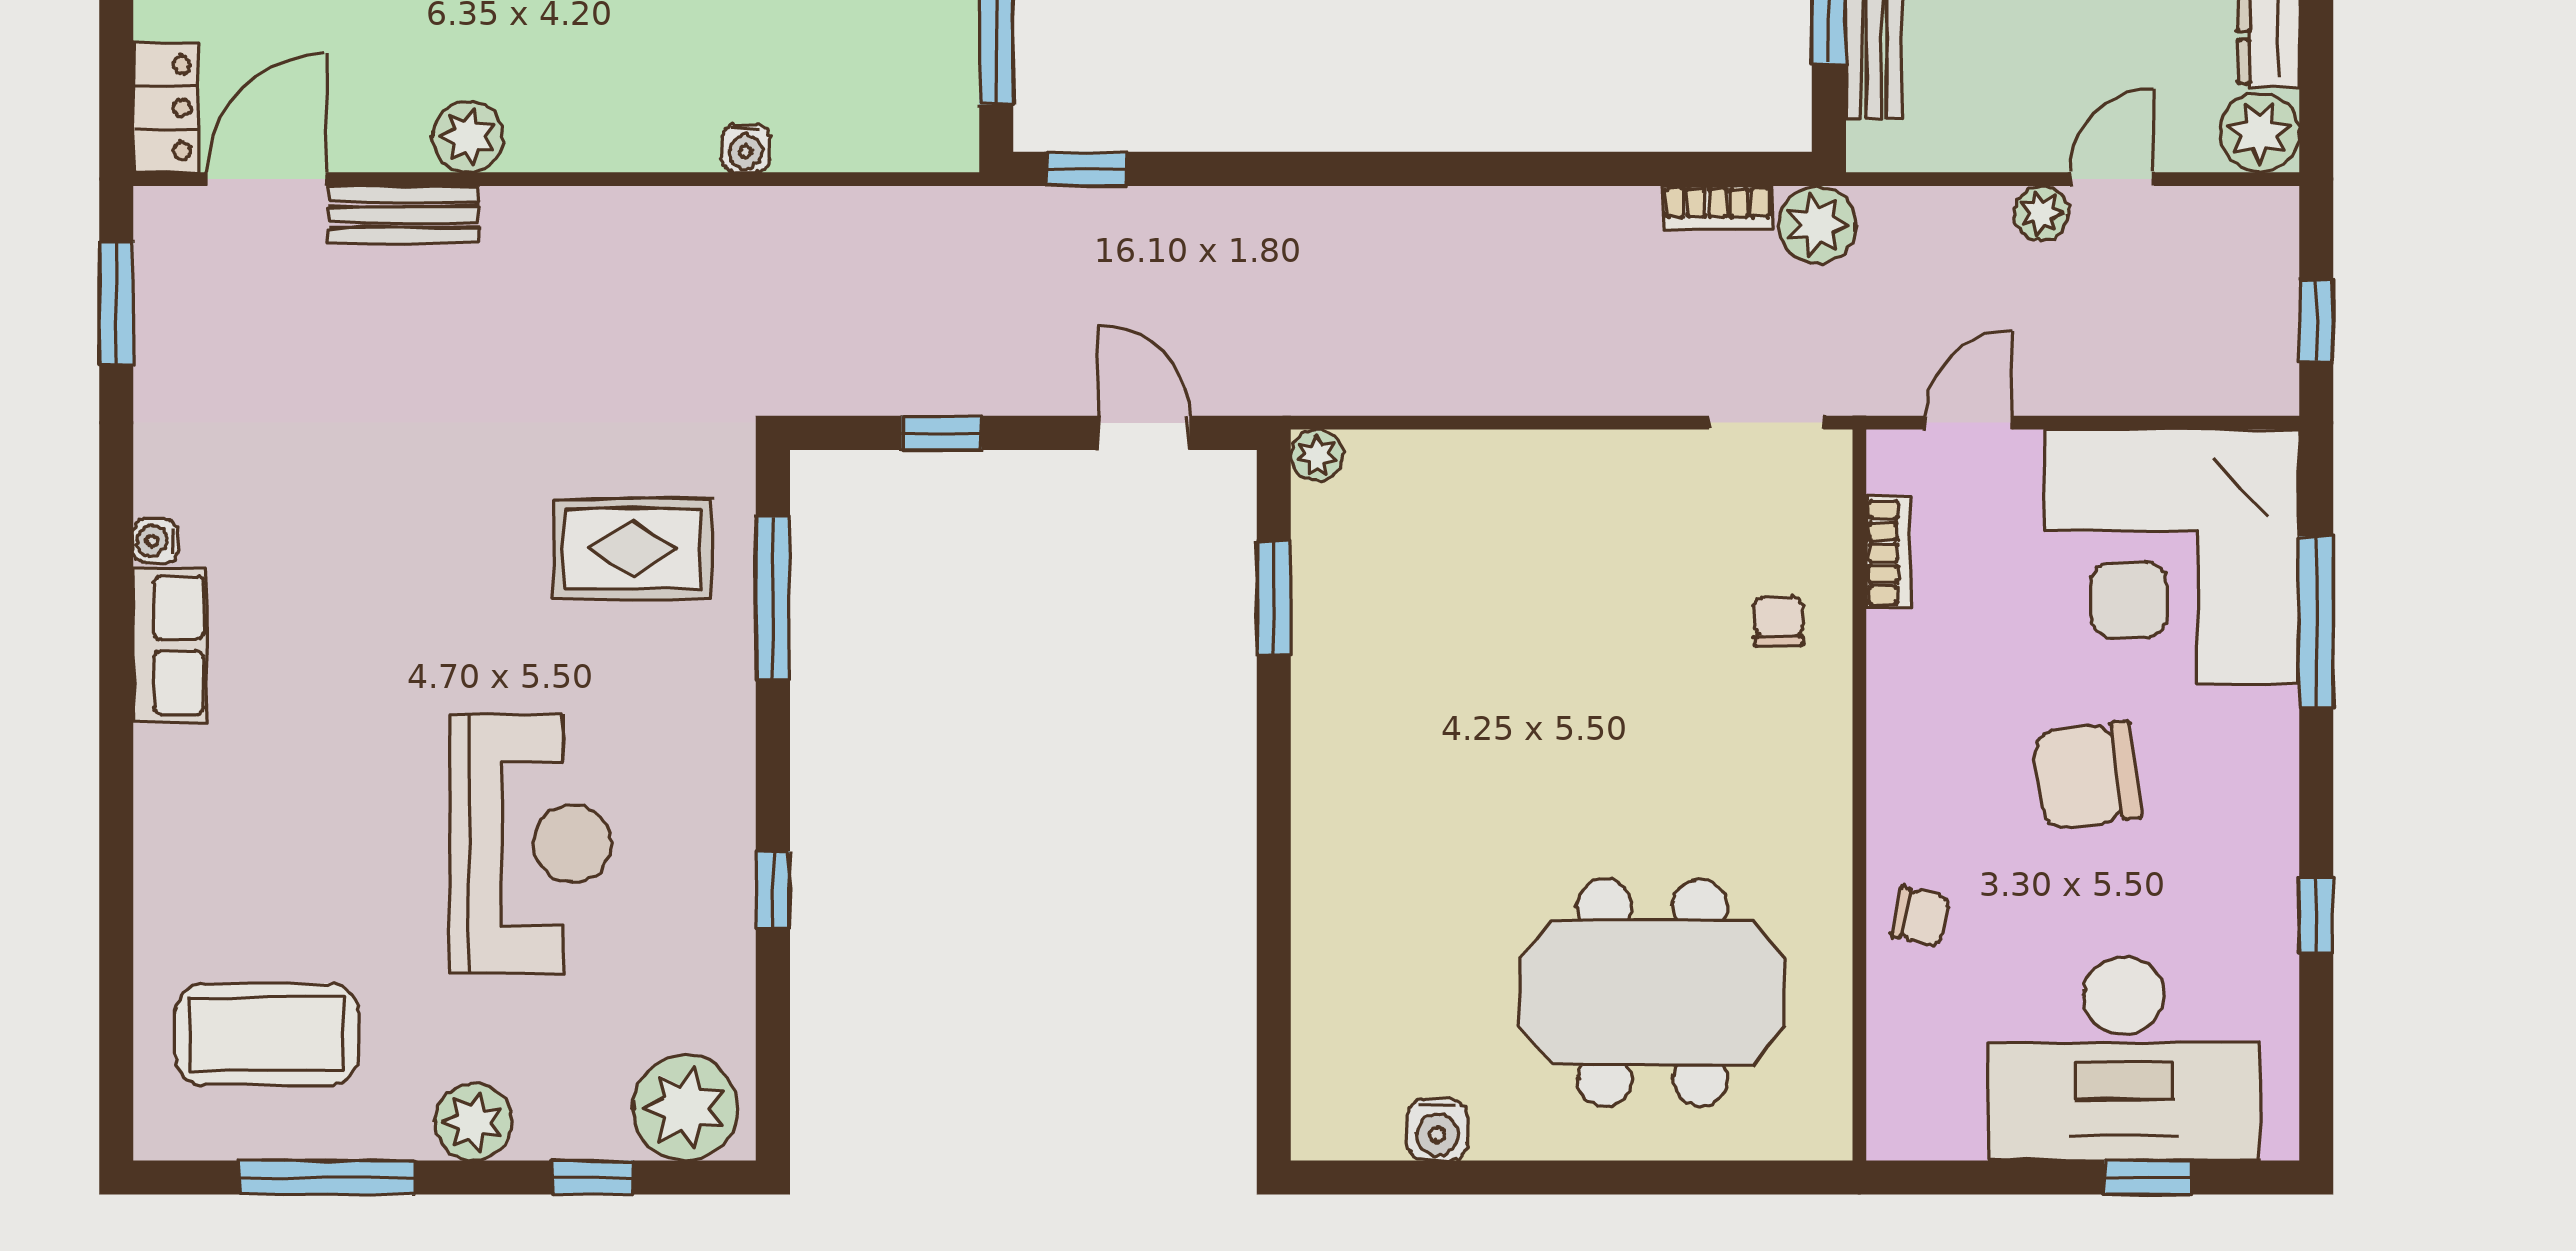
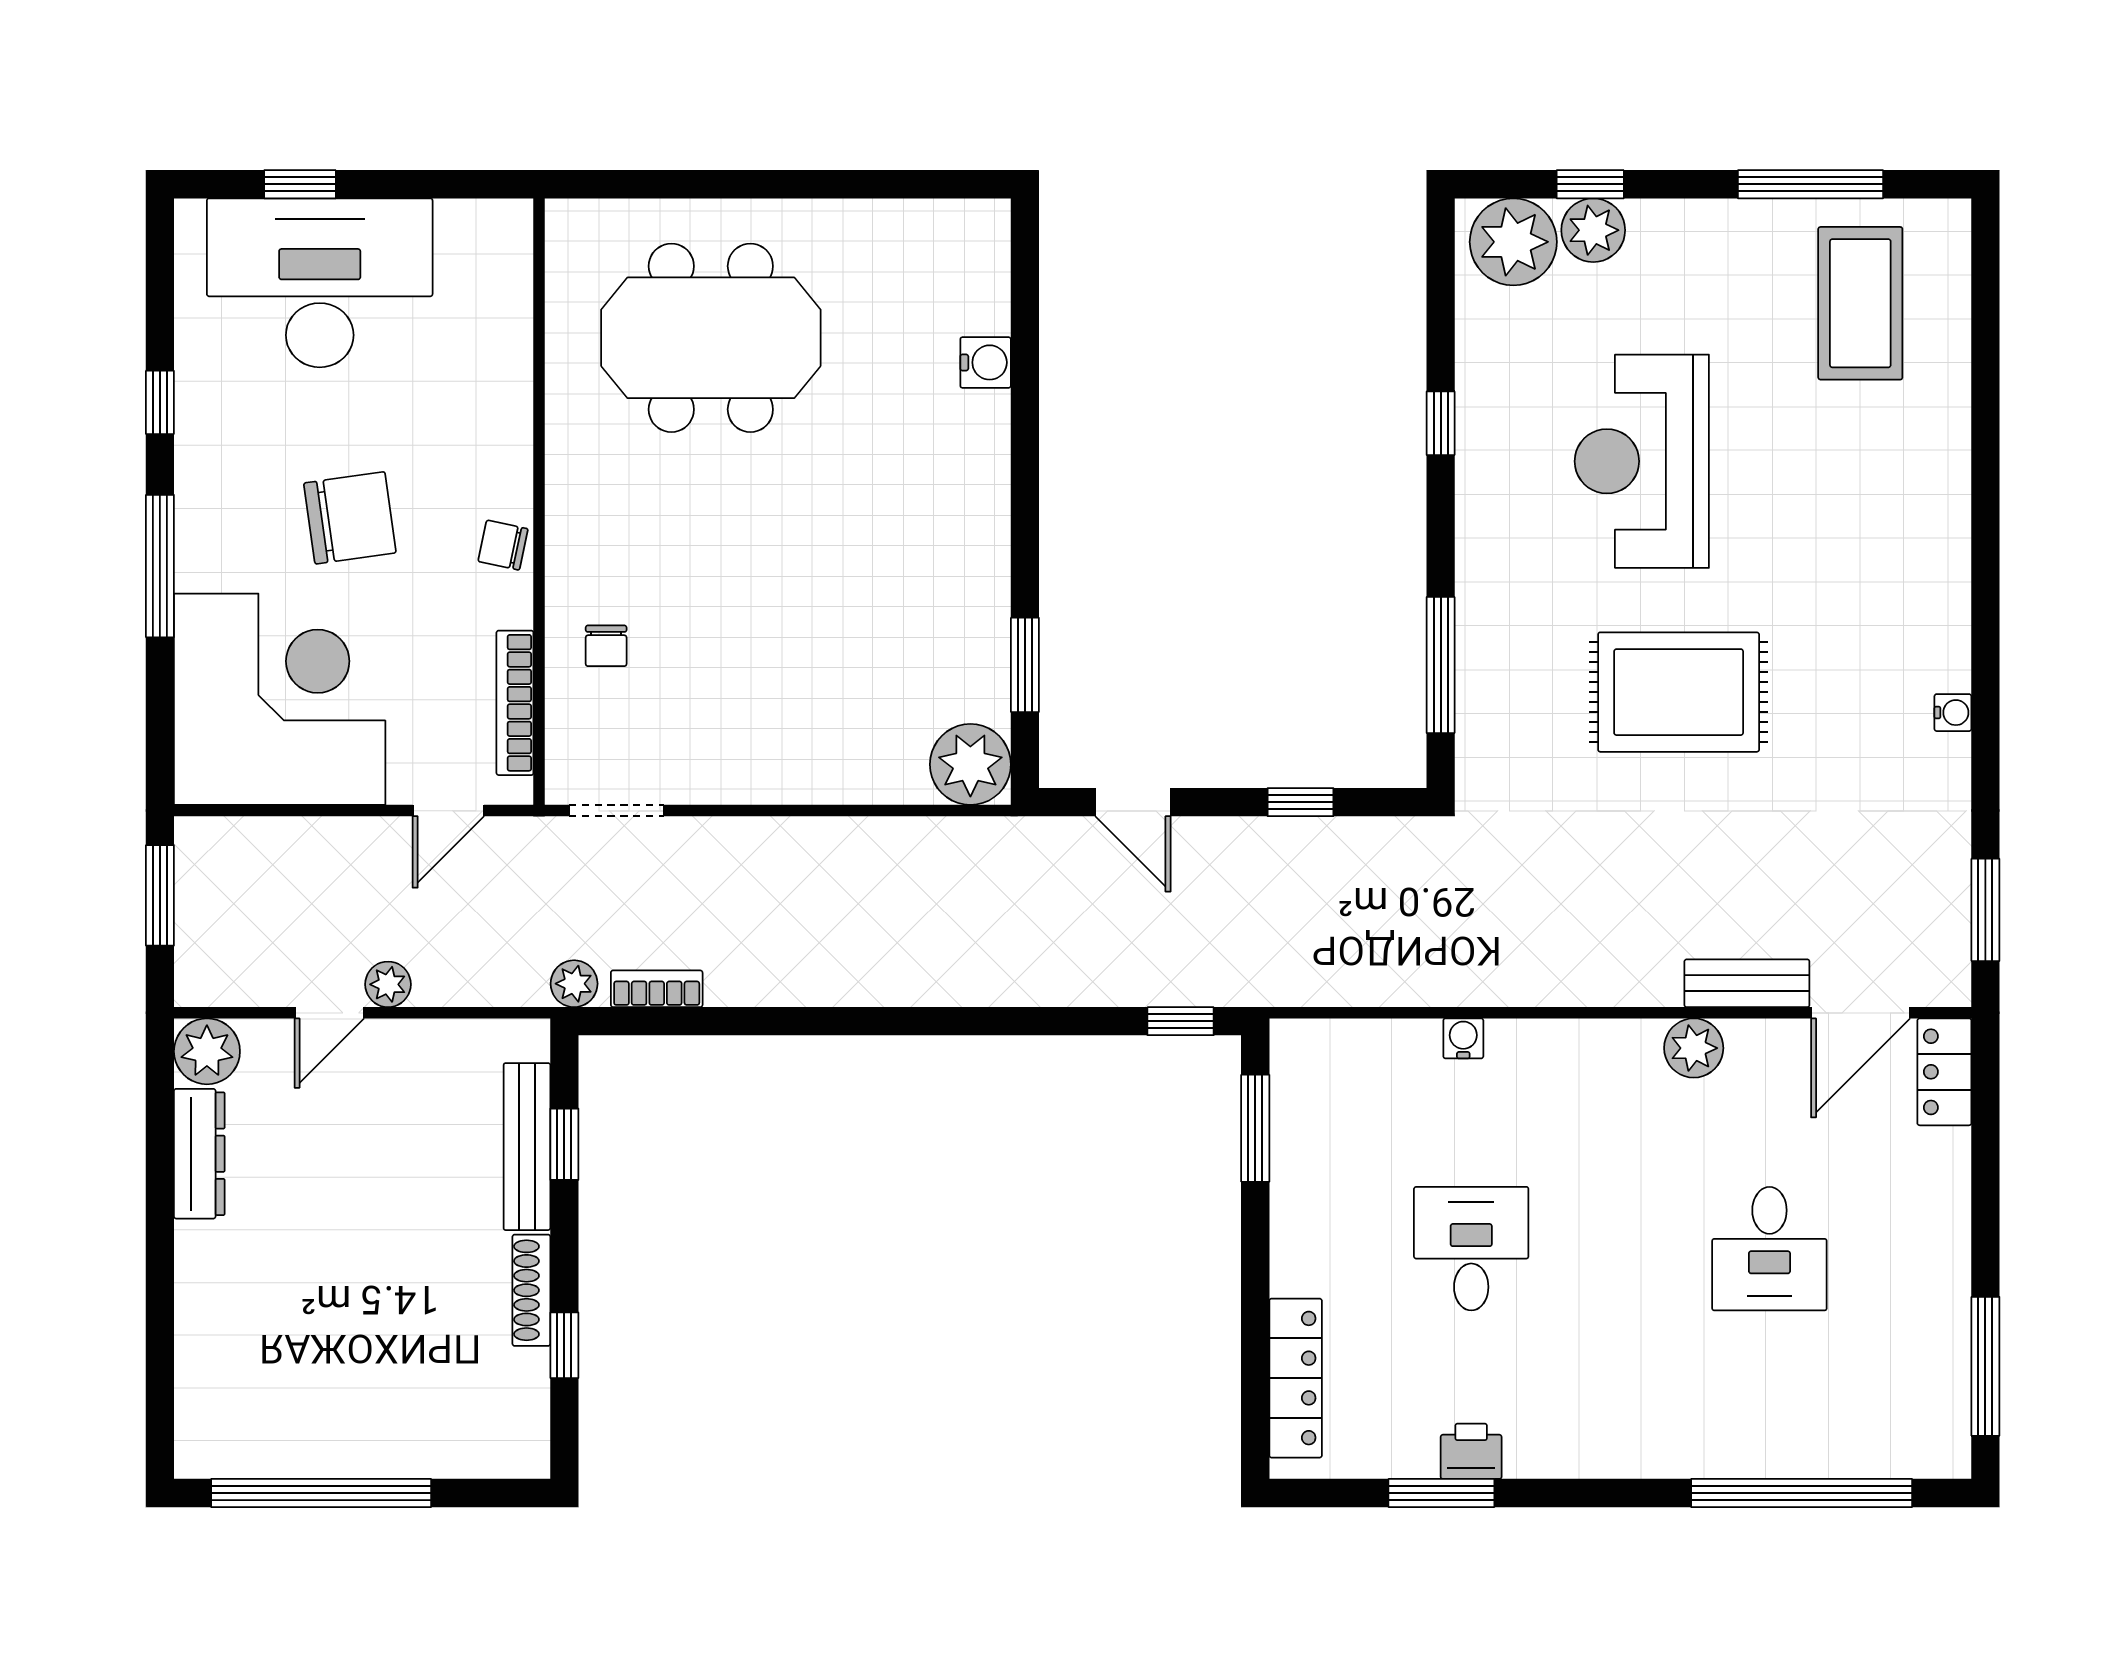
plant: (1817, 225) -> (574, 984), width x0.73, depth x0.73
window: (2316, 321) -> (160, 895), width x1.50
plant: (1317, 456) -> (970, 764), width x1.88, depth x1.88
rug: (632, 549) -> (1679, 692), moved, width x1.36, depth x1.43
bookcase: (1888, 553) -> (515, 703), width x1.56
window: (2316, 622) -> (160, 566), moved
row of seats: (170, 645) -> (1941, 626), removed
chair: (1921, 916) -> (503, 545), moved
coffee table: (267, 1034) -> (1860, 303), turned 90
plant: (473, 1122) -> (1593, 230), moved
water cooler: (1437, 1130) -> (986, 362), moved, turned 90

